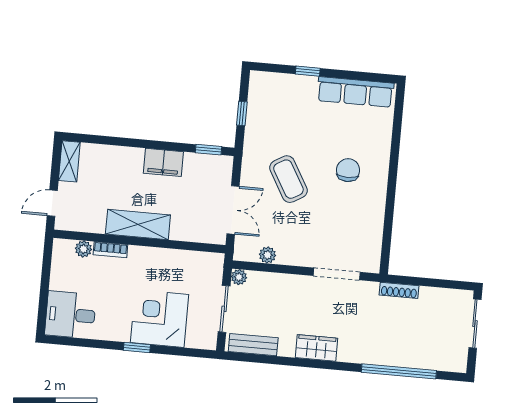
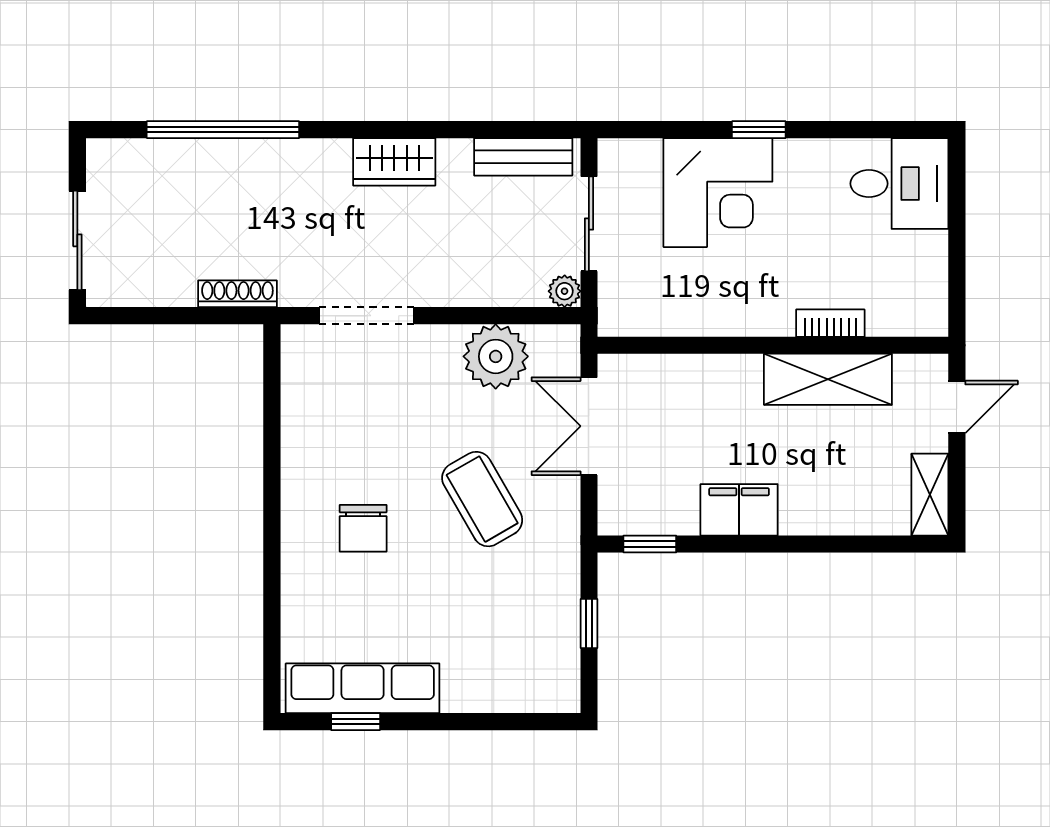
window: (308, 71) -> (356, 722), moved
shelving: (138, 224) -> (828, 379), moved
plant: (83, 249) -> (885, 320), removed
plant: (268, 255) -> (496, 356), width x1.87, depth x1.87

